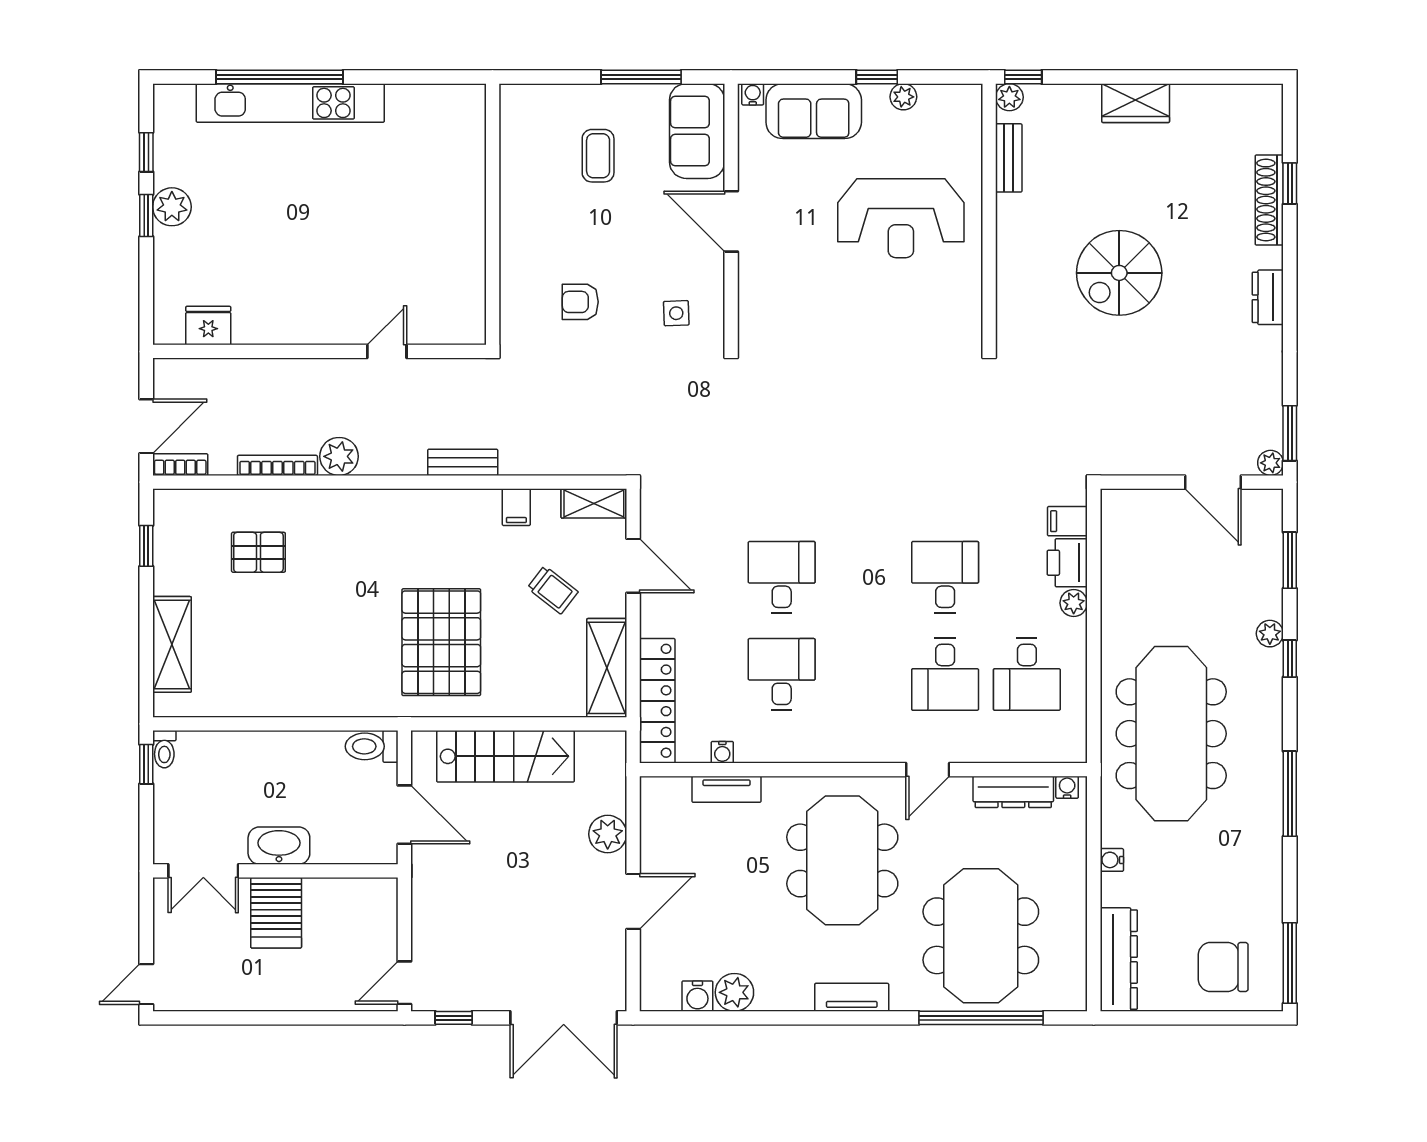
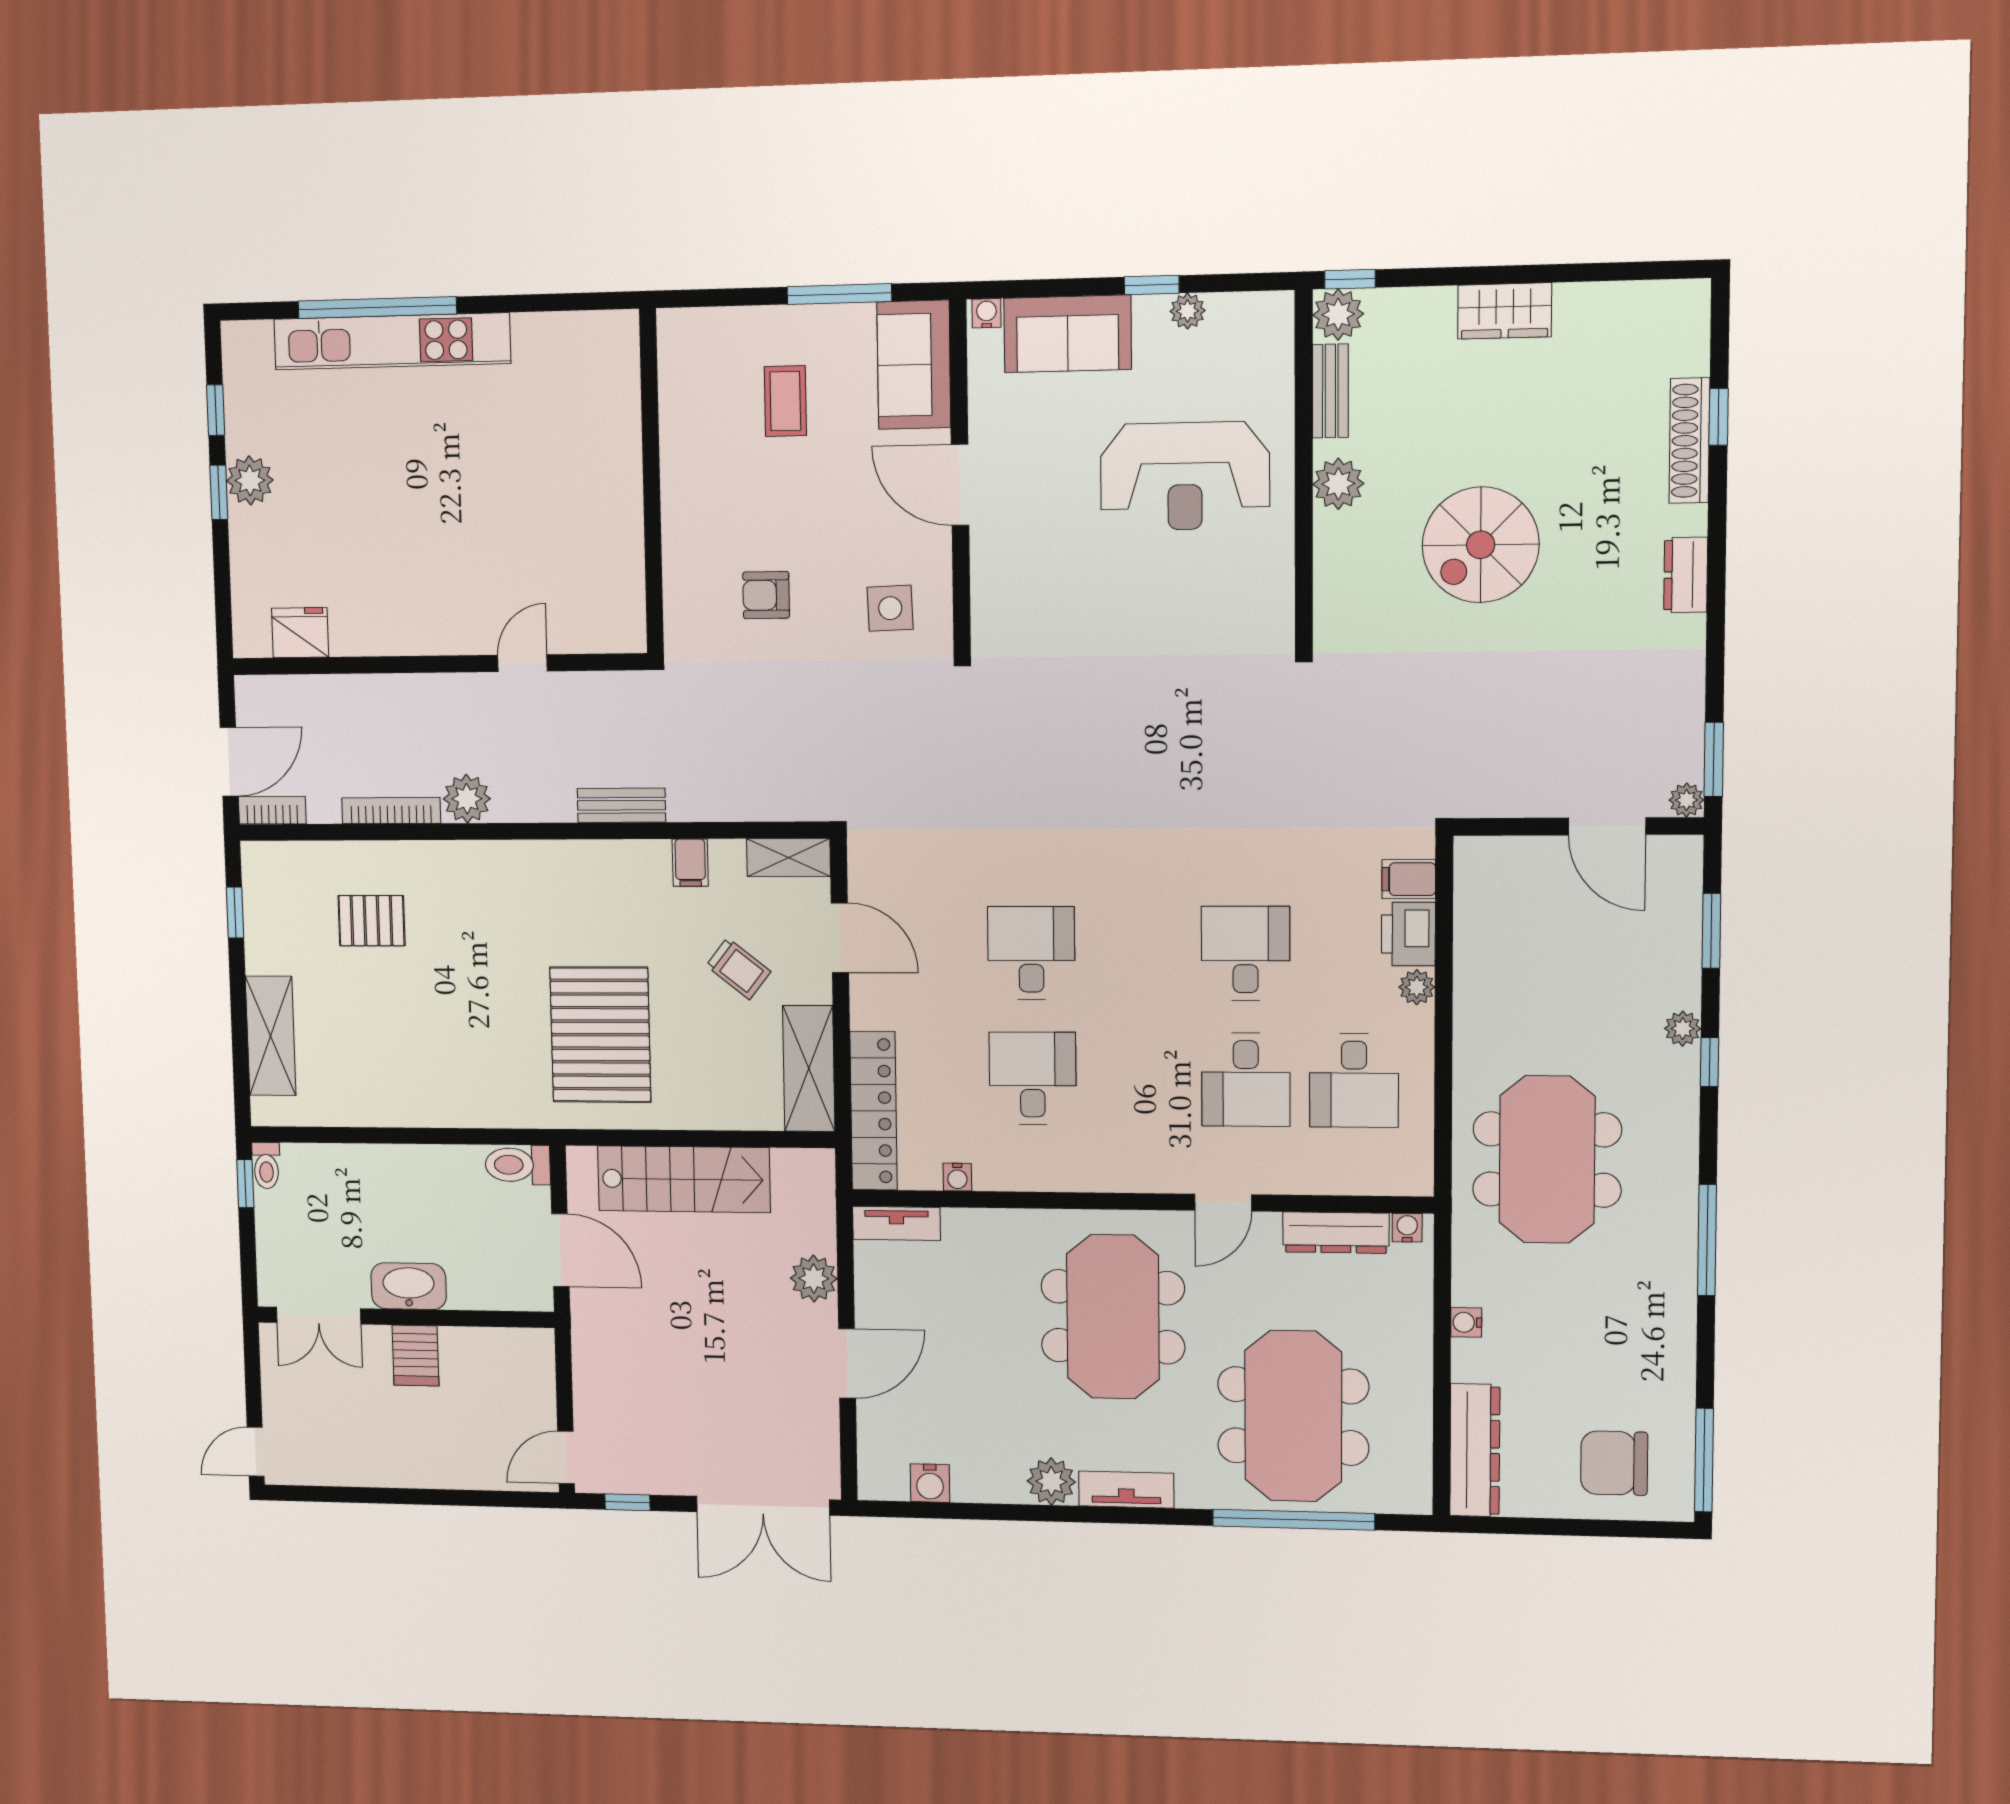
plant: (1009, 97) -> (1338, 314), width x1.38, depth x1.38
plant: (1015, 226) -> (1338, 484), added
side table: (676, 313) -> (890, 608), width x1.37, depth x1.37
meeting table: (1171, 734) -> (1547, 1160), width x0.73
tv unit: (726, 789) -> (896, 1223), moved
server rack: (276, 913) -> (416, 1355), width x0.73, depth x0.70
plant: (734, 992) -> (1051, 1481), moved

